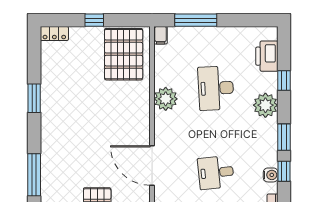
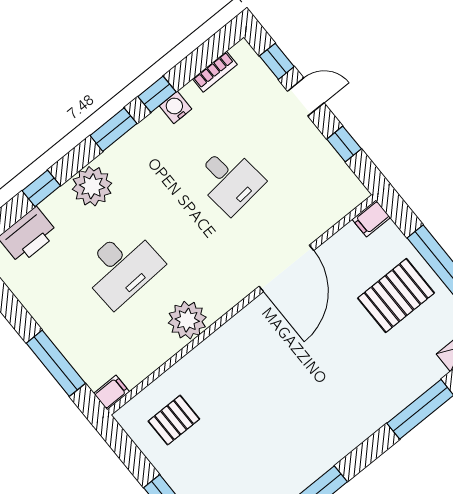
pallet: (124, 54) -> (174, 420), width x0.49, depth x0.50

